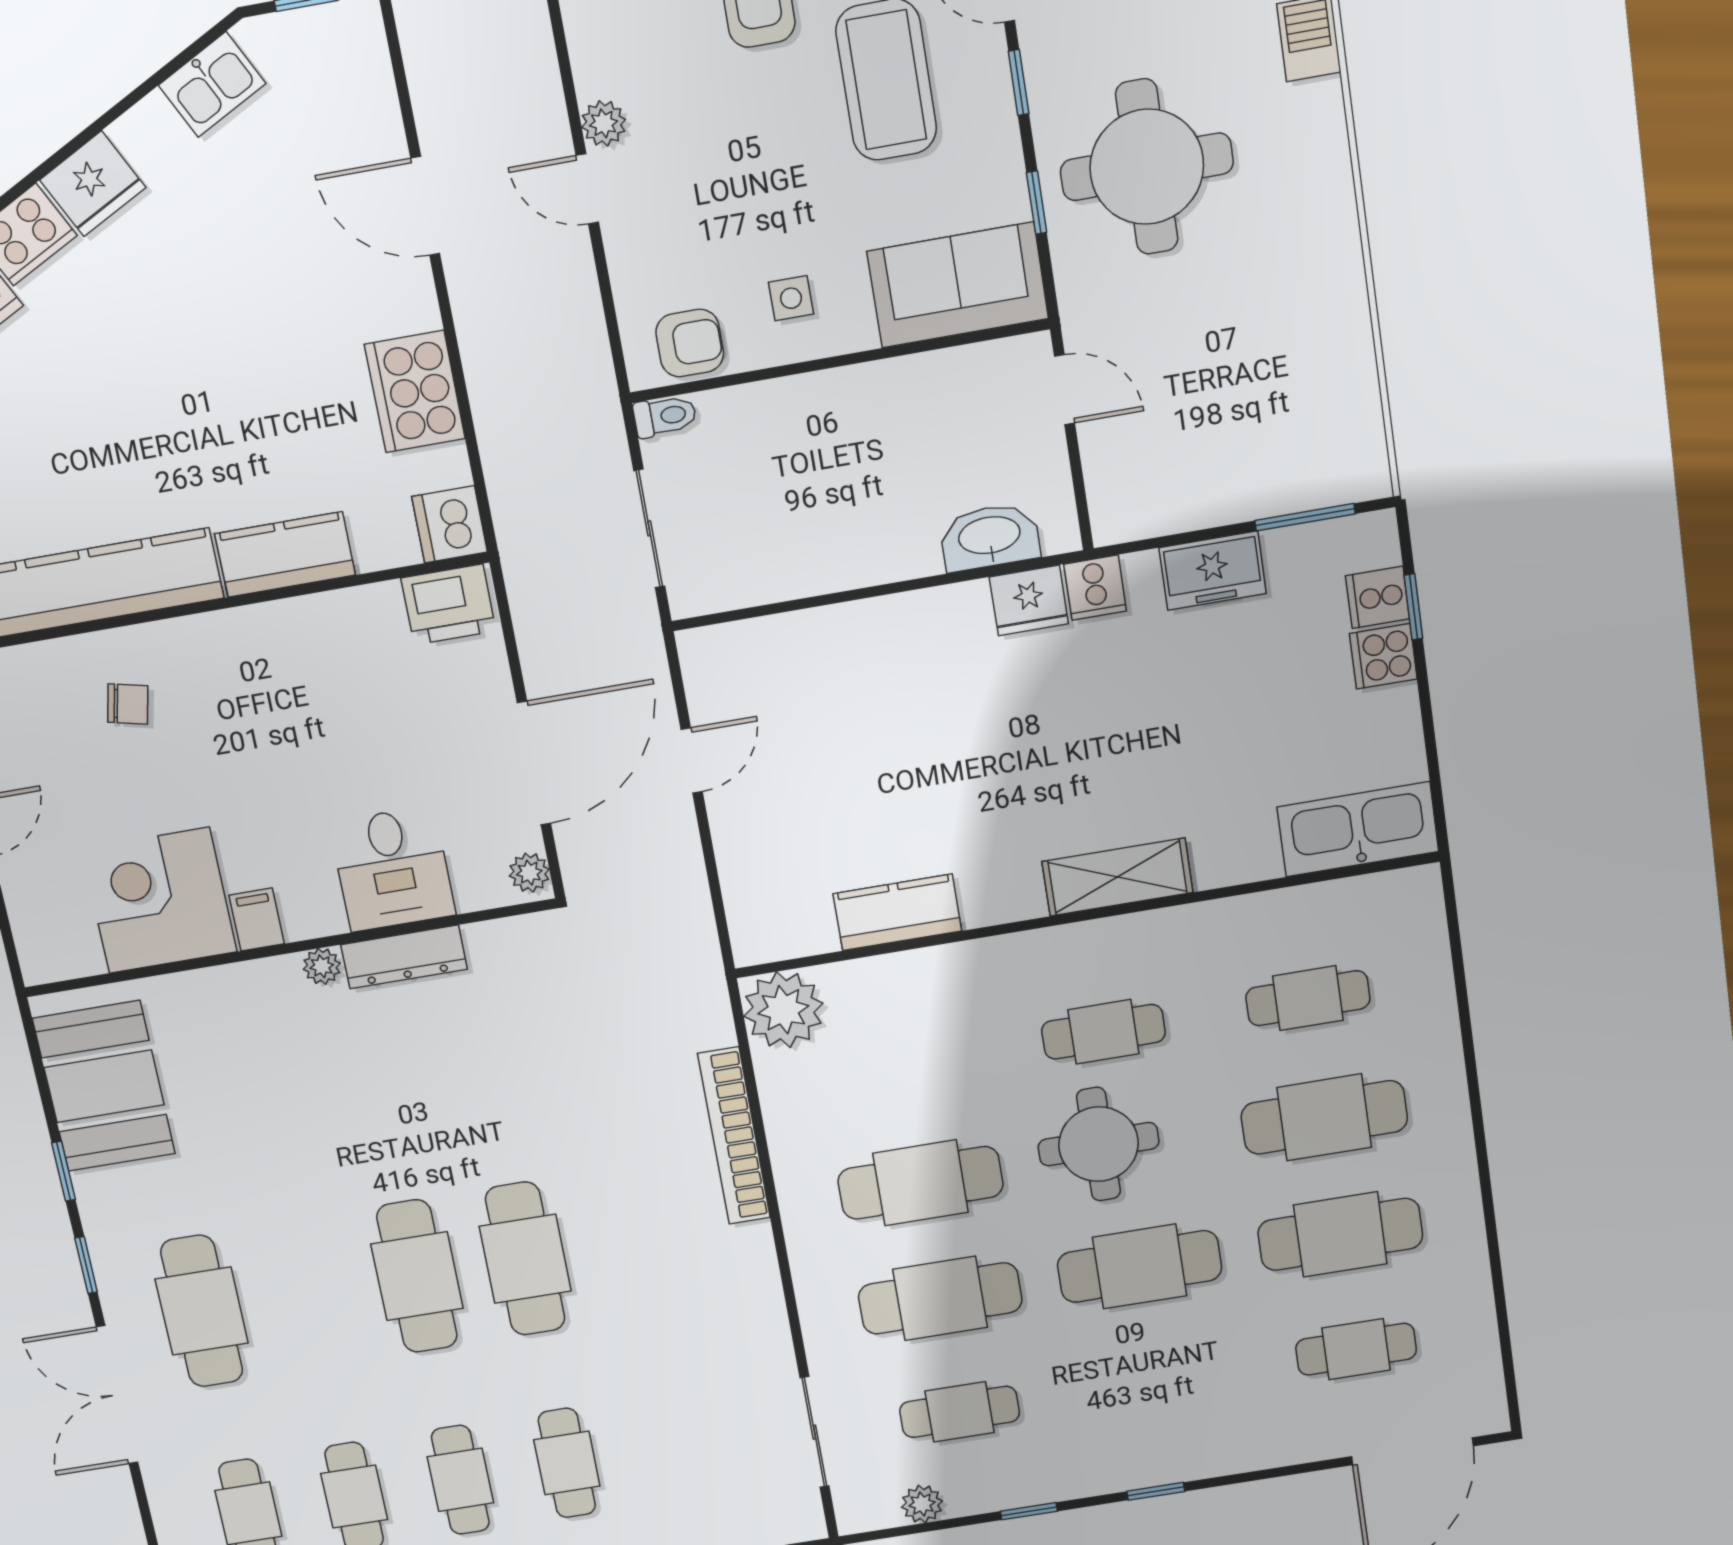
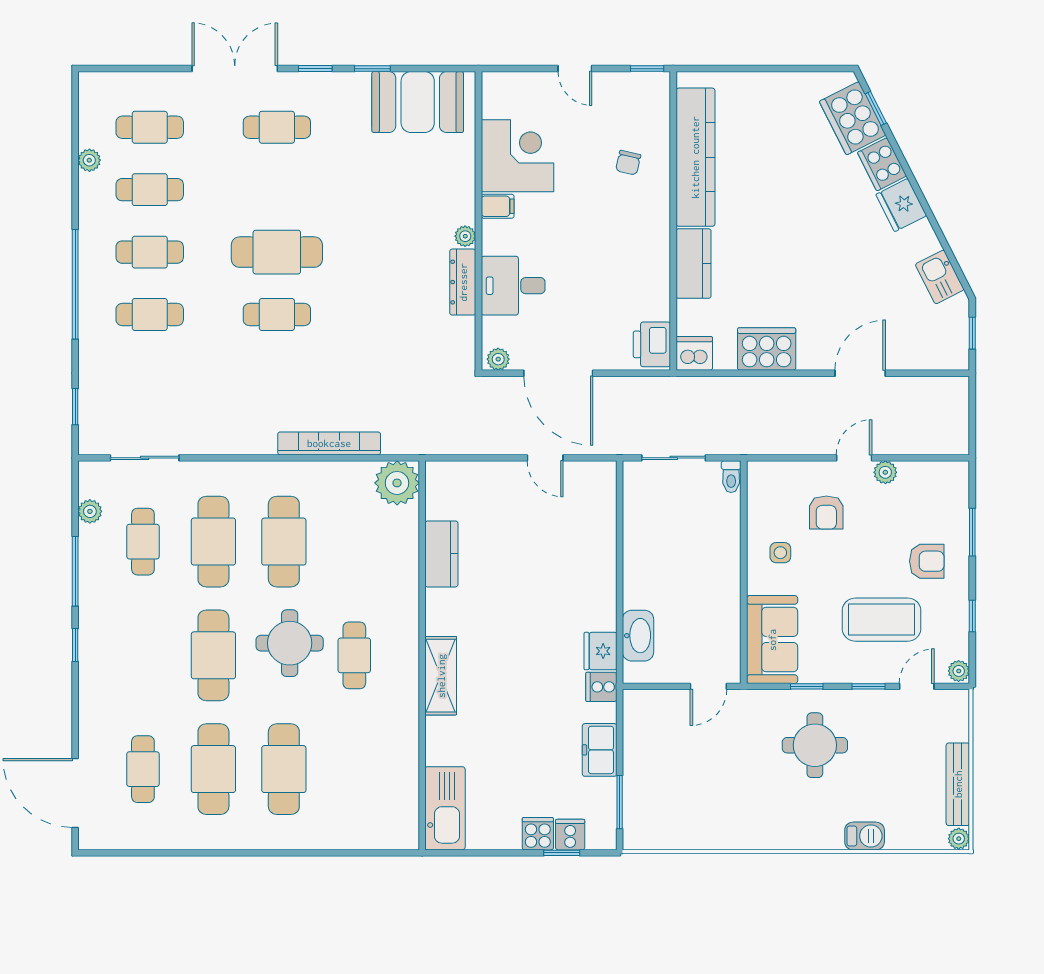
round table: (1147, 167) -> (815, 745), width x0.73, depth x0.73
armchair: (690, 343) -> (826, 513), moved
cafe table: (1308, 998) -> (354, 769), removed
cafe table: (525, 1259) -> (277, 314), width x0.73, depth x0.74
cafe table: (202, 1311) -> (277, 127), width x0.73, depth x0.74
window: (1029, 1511) -> (75, 571), width x2.17

